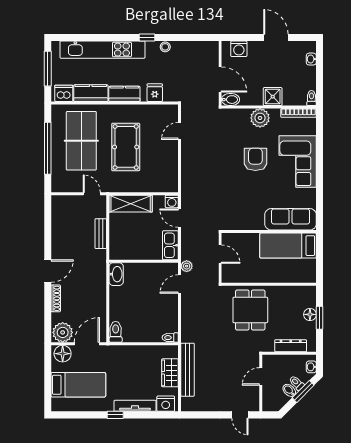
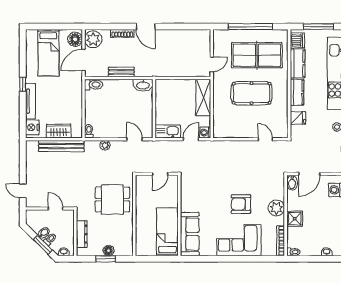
armchair: (255, 159) -> (241, 204), turned 180
bench: (101, 234) -> (121, 72), moved
plant: (187, 266) -> (105, 145), moved
door: (87, 344) -> (83, 60), swing flipped
door: (240, 415) -> (23, 191), hinge flipped

